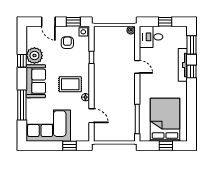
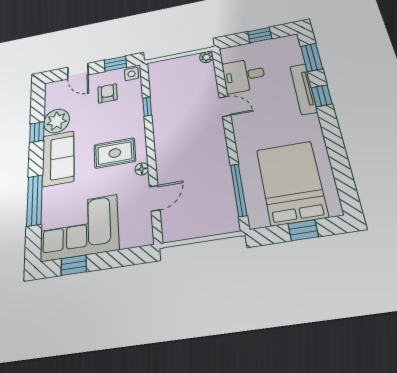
desk: (151, 37) -> (244, 75), moved
door: (91, 116) -> (155, 198), hinge flipped
window: (69, 146) -> (74, 265), moved

